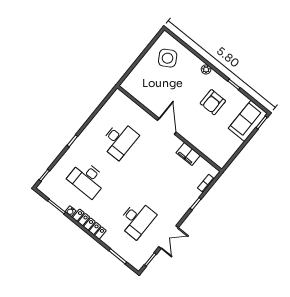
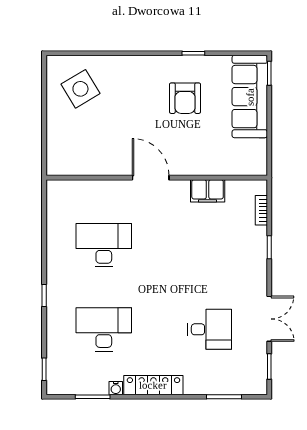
plant: (206, 69) -> (142, 63), removed
sofa: (248, 121) -> (250, 97), width x1.36
desk: (119, 140) -> (104, 245), turned -90
desk: (87, 179) -> (104, 329), turned 180
desk: (137, 219) -> (210, 329), width x0.73

